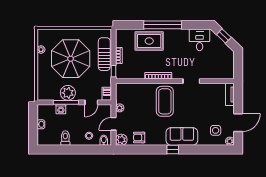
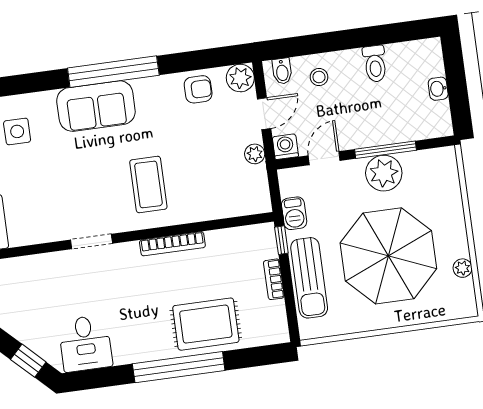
barbecue: (107, 94) -> (294, 213), moved
coffee table: (165, 101) -> (148, 184), width x0.73, depth x0.76
washing machine: (61, 109) -> (285, 147), moved
window: (173, 150) -> (113, 72), width x3.17

